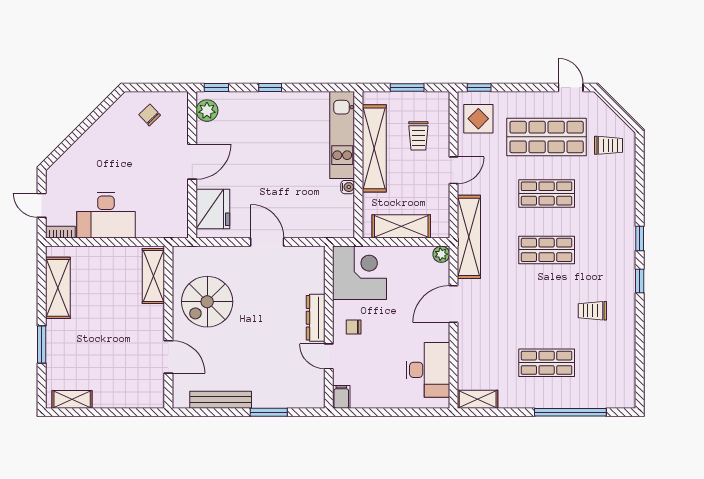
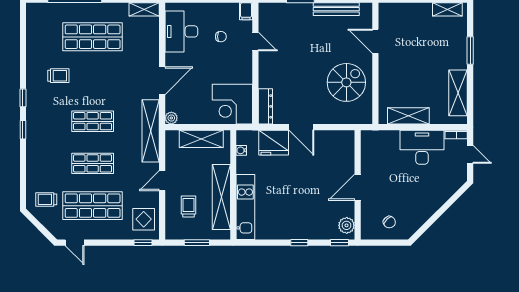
water cooler: (348, 187) -> (241, 150), moved
fridge: (213, 209) -> (274, 143), moved, turned -90
shelving: (153, 276) -> (408, 116), moved, turned 90
dresser: (316, 318) -> (265, 106), moved
chair: (354, 327) -> (221, 37), moved
shop shelf: (547, 363) -> (93, 37), width x1.43, depth x1.36

